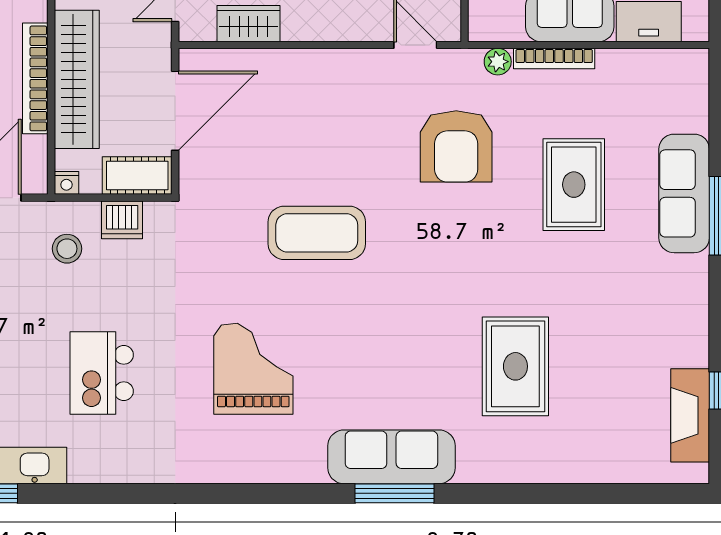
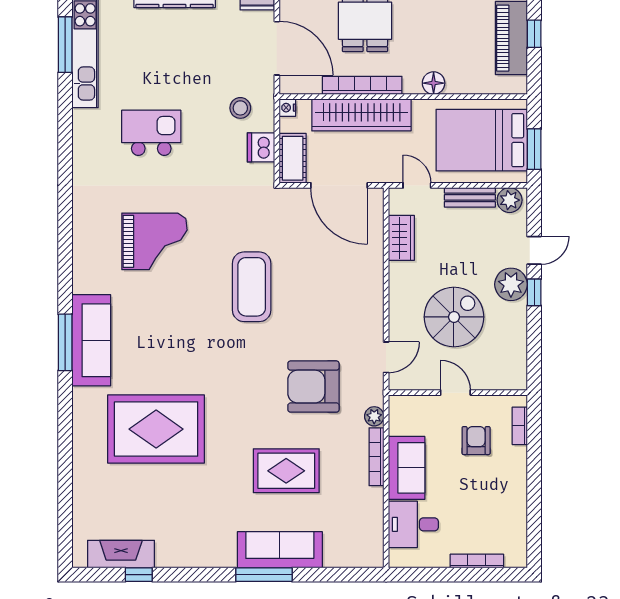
rug: (515, 366) -> (156, 429), width x1.37, depth x1.44

